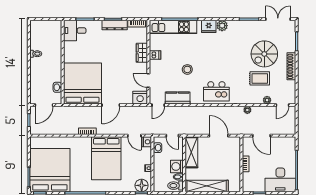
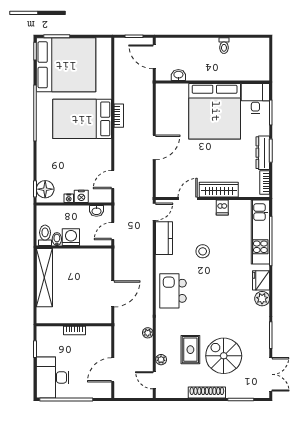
wardrobe: (142, 53) -> (219, 190), width x1.50
bed: (82, 83) -> (215, 111), moved, turned 90
nightstand: (140, 98) -> (164, 187), removed
door: (111, 105) -> (154, 147), swing flipped
door: (158, 105) -> (154, 212), swing flipped
door: (261, 136) -> (113, 370), moved
nightstand: (147, 142) -> (81, 196), moved
shelving: (191, 152) -> (90, 257), removed
bed: (106, 158) -> (82, 119), moved

